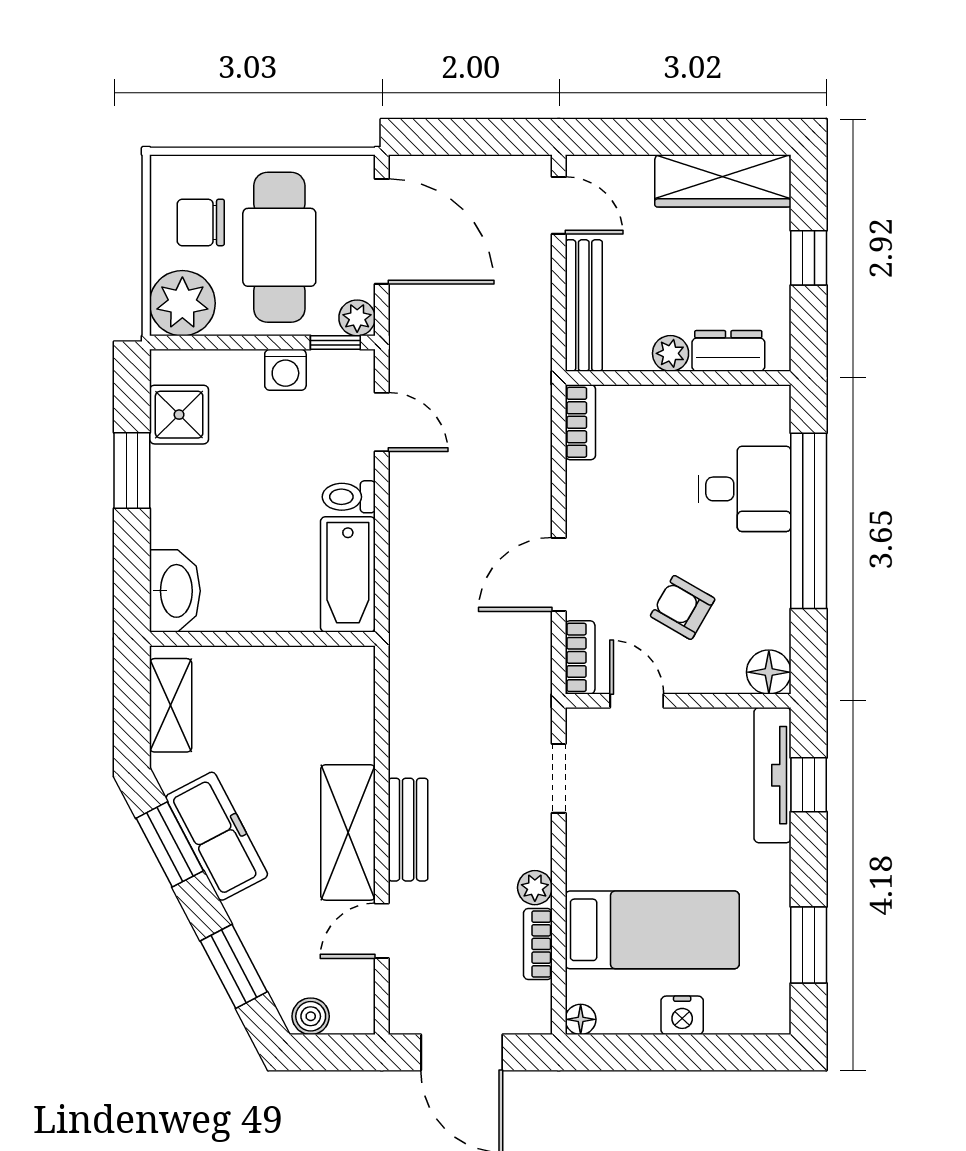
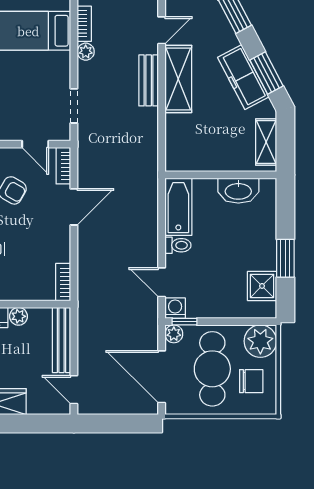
washing machine: (285, 370) -> (175, 308), moved
washbasin: (175, 591) -> (238, 191), moved, turned -90

